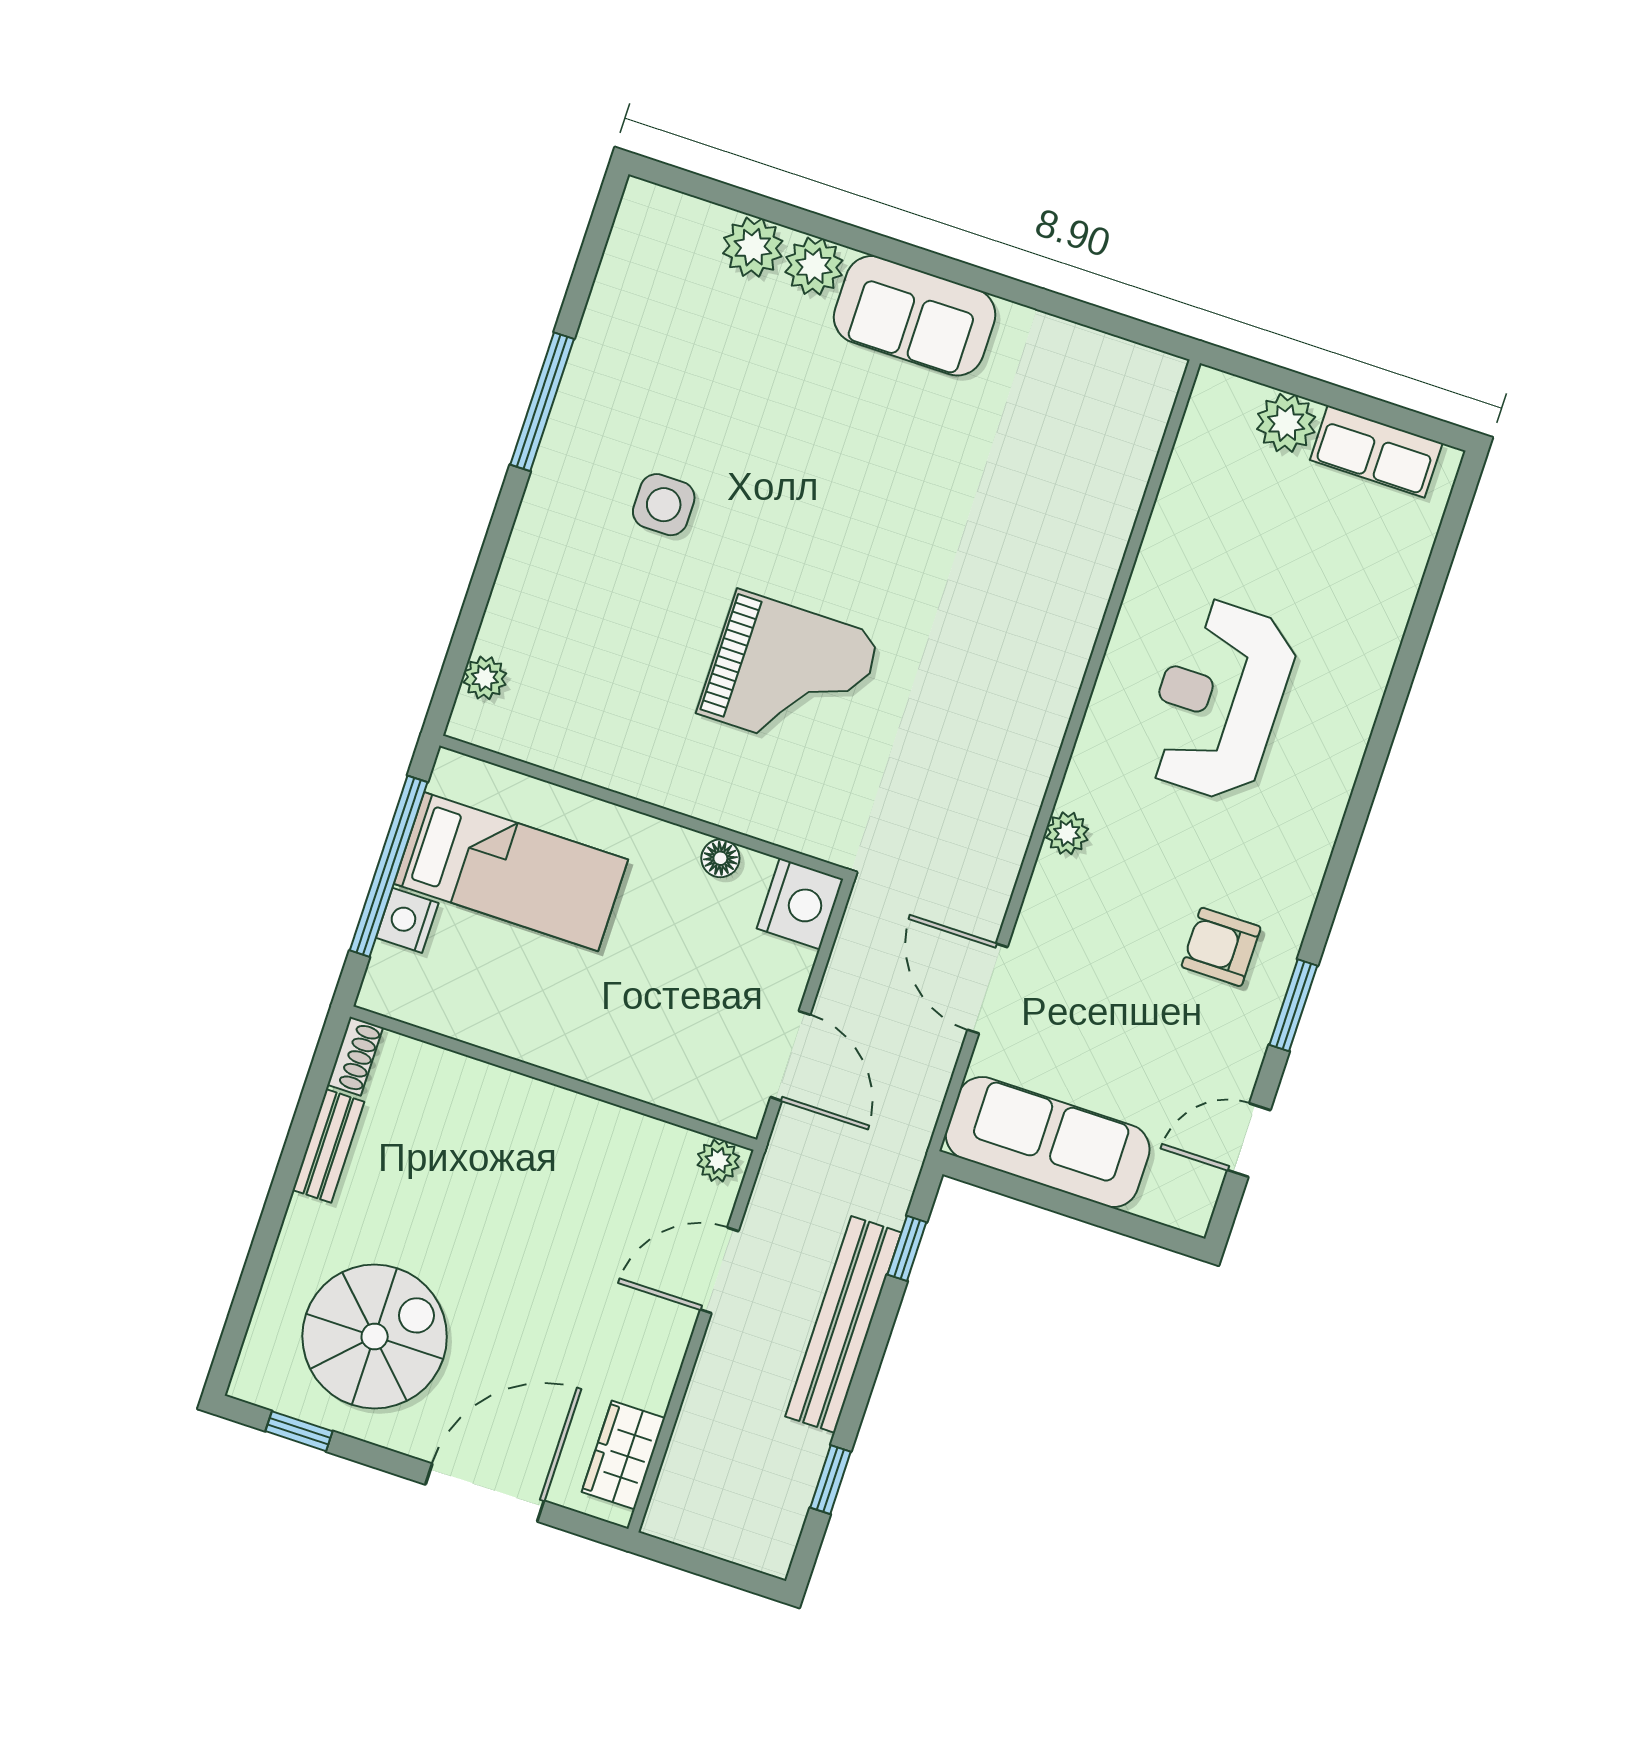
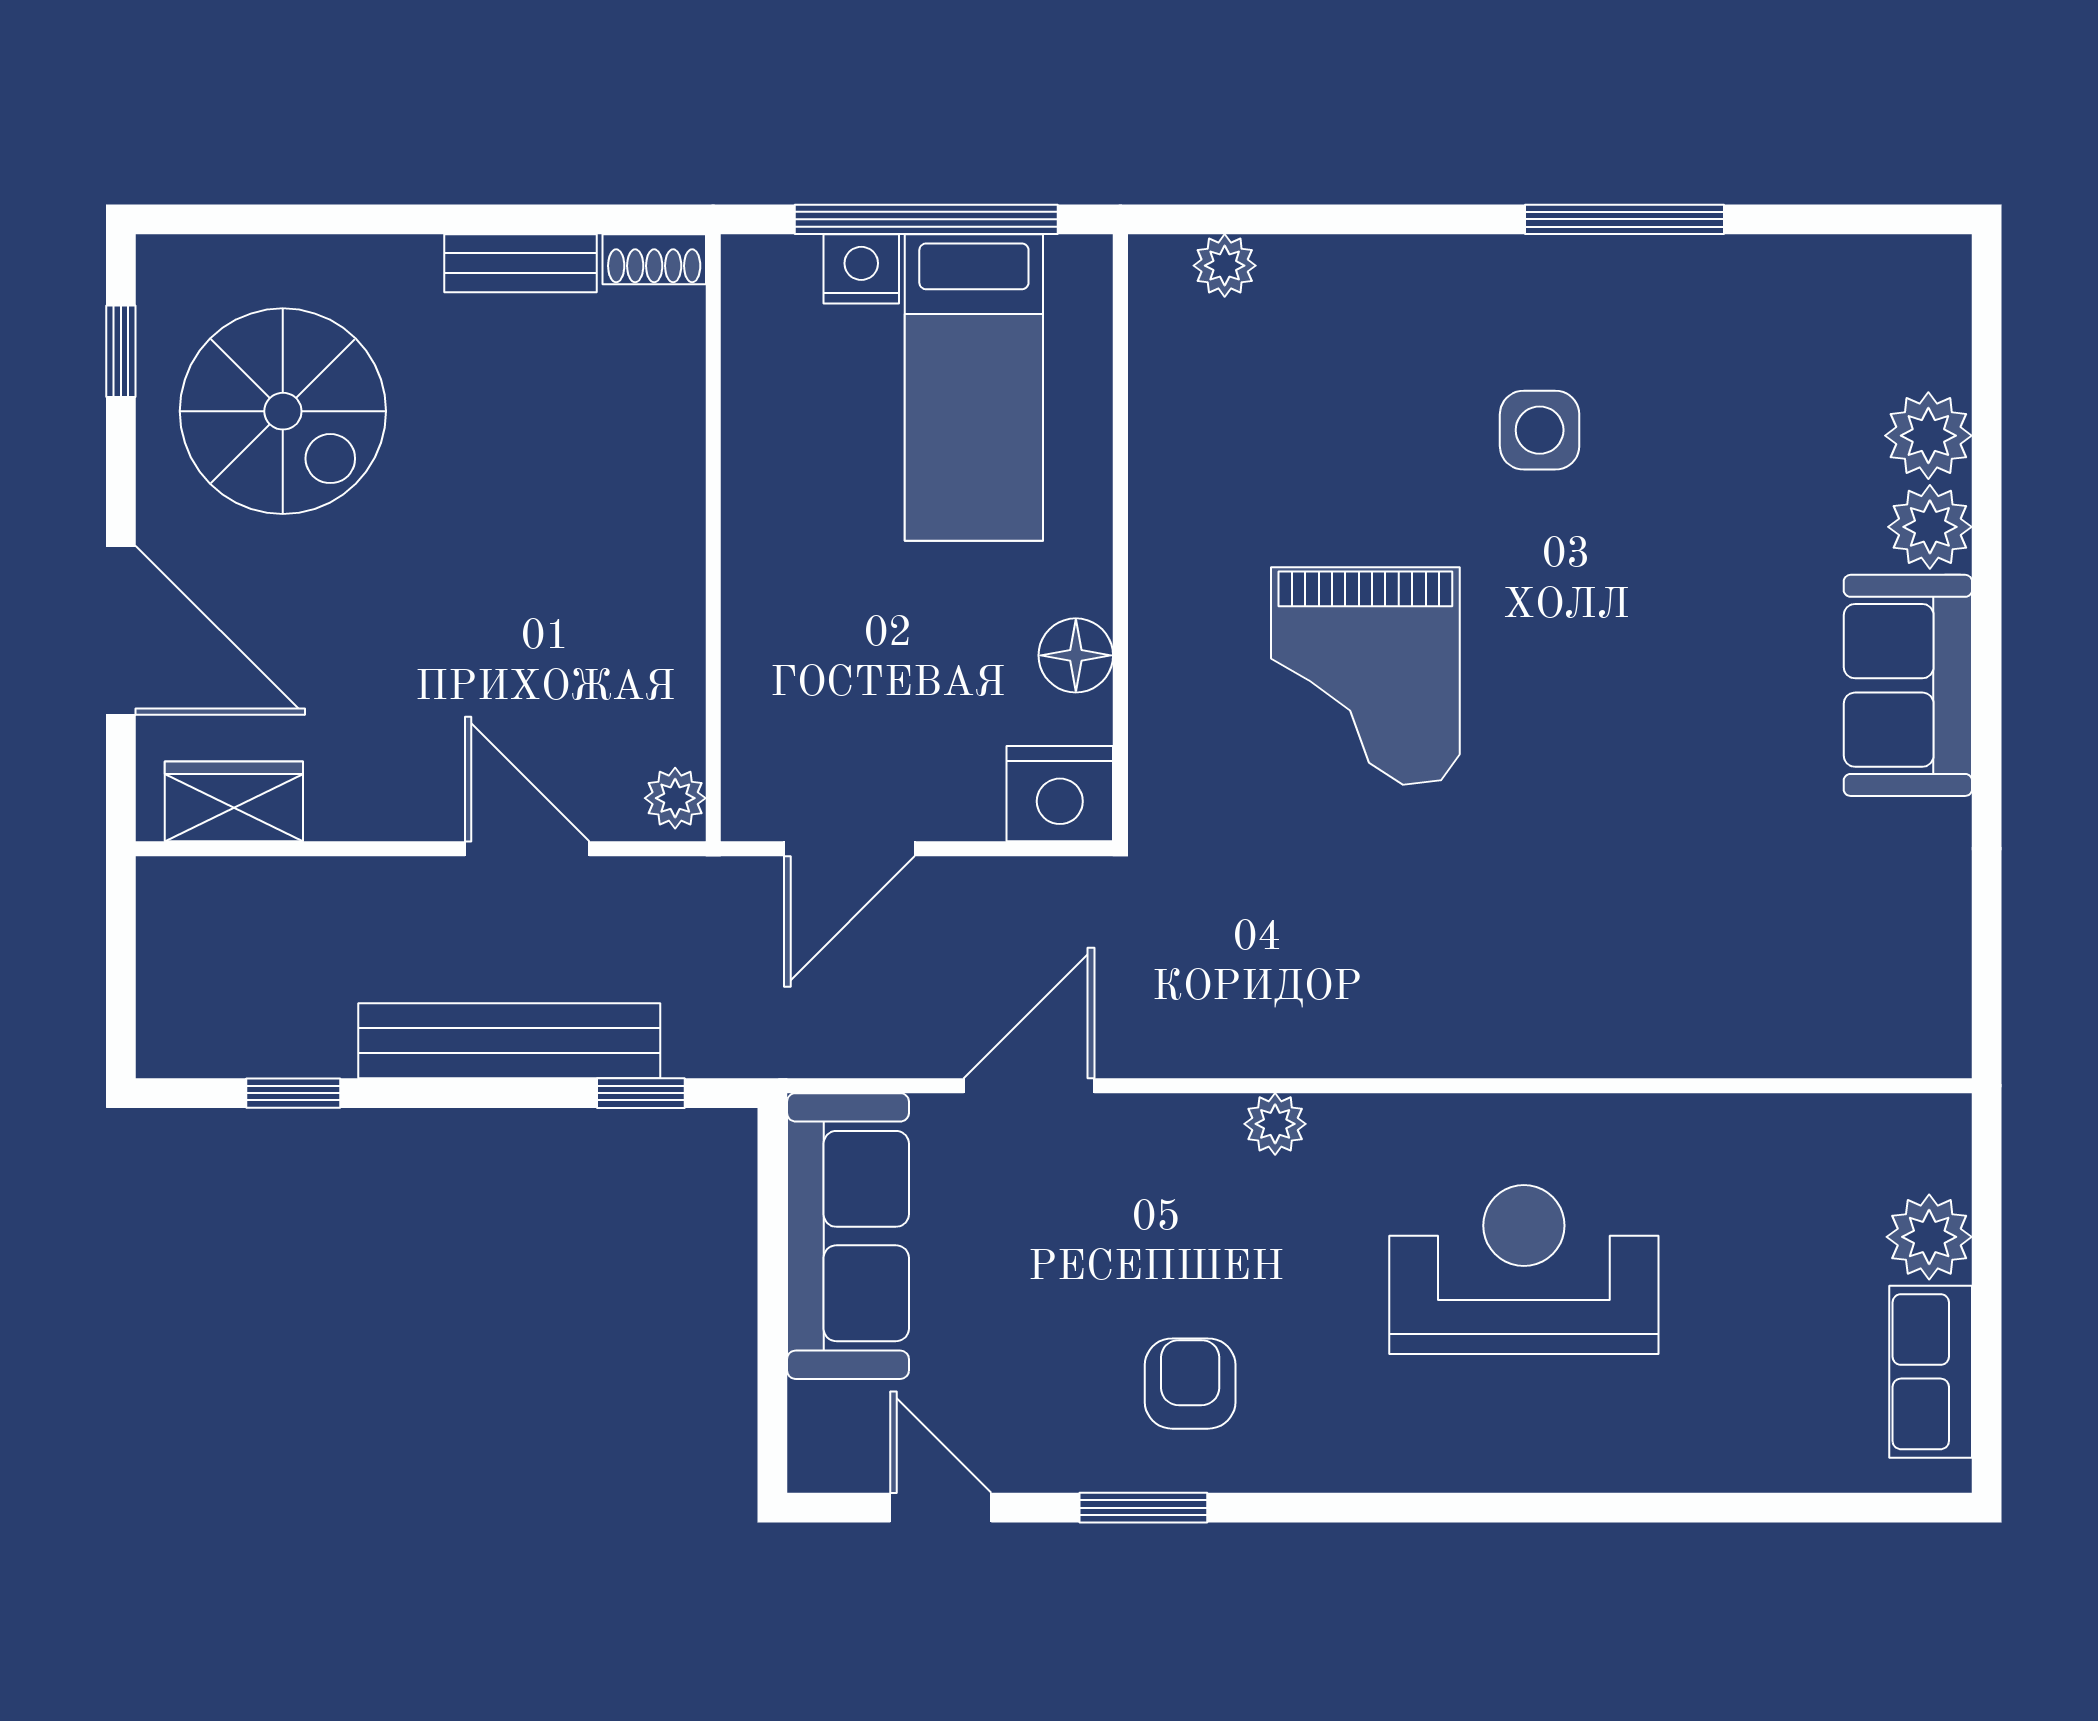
floor lamp: (720, 858) -> (1076, 655), width x1.37, depth x1.37

